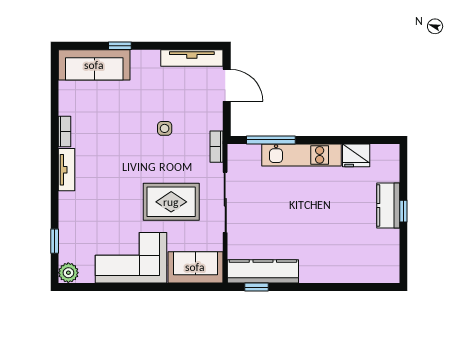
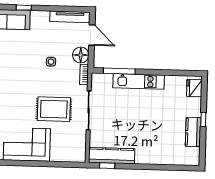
floor lamp: (210, 117) -> (81, 55), added
fridge: (356, 155) -> (194, 88), moved, turned 90
kitchen counter: (388, 205) -> (193, 132), moved
sofa: (195, 267) -> (68, 152), removed

